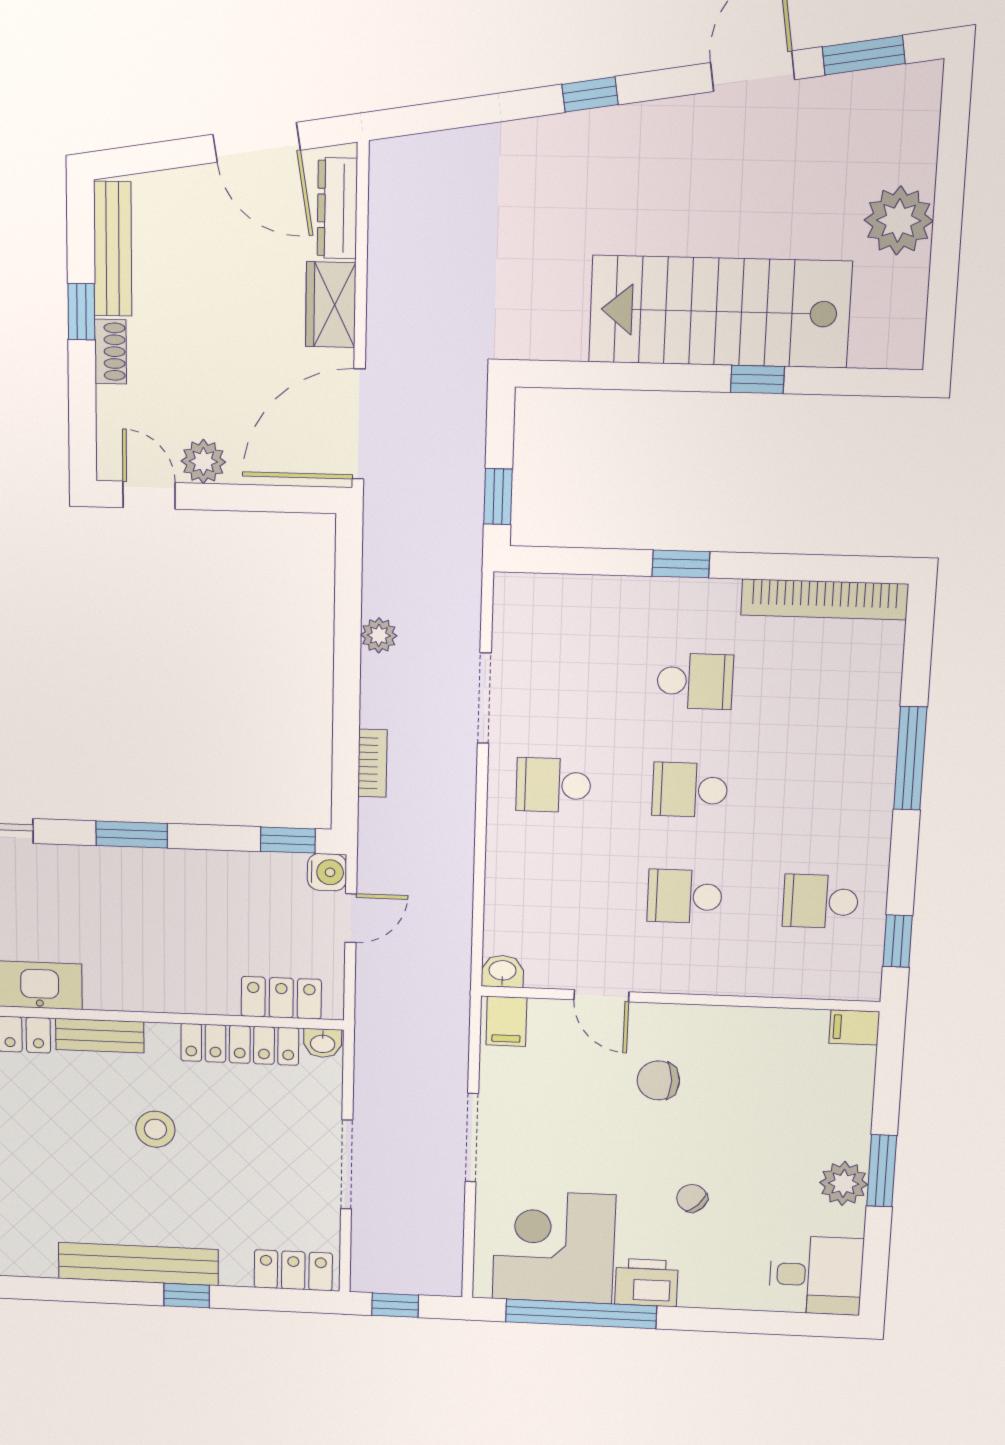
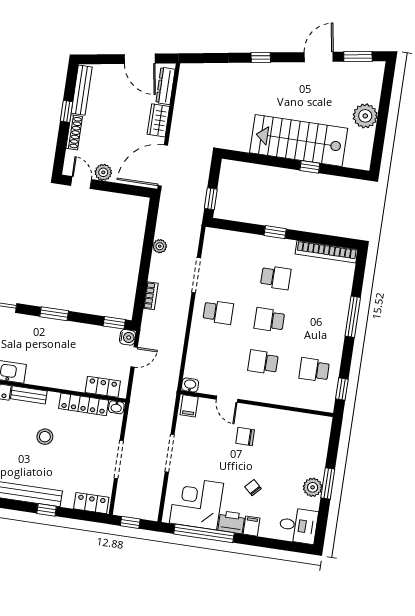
shoe rack: (111, 352) -> (74, 132), width x1.43
school desk: (553, 785) -> (218, 312), turned 180
filing cabinet: (854, 1027) -> (251, 526), moved, turned 90

